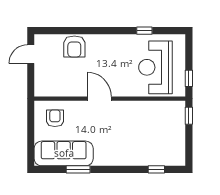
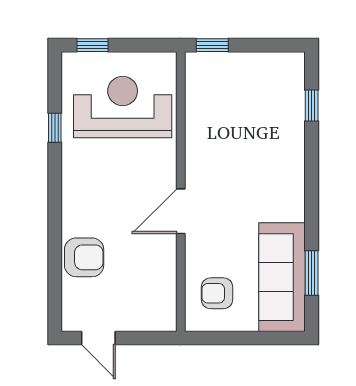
reception desk: (156, 67) -> (123, 107), turned 180
window: (189, 78) -> (93, 45), moved
window: (78, 169) -> (312, 273), moved

